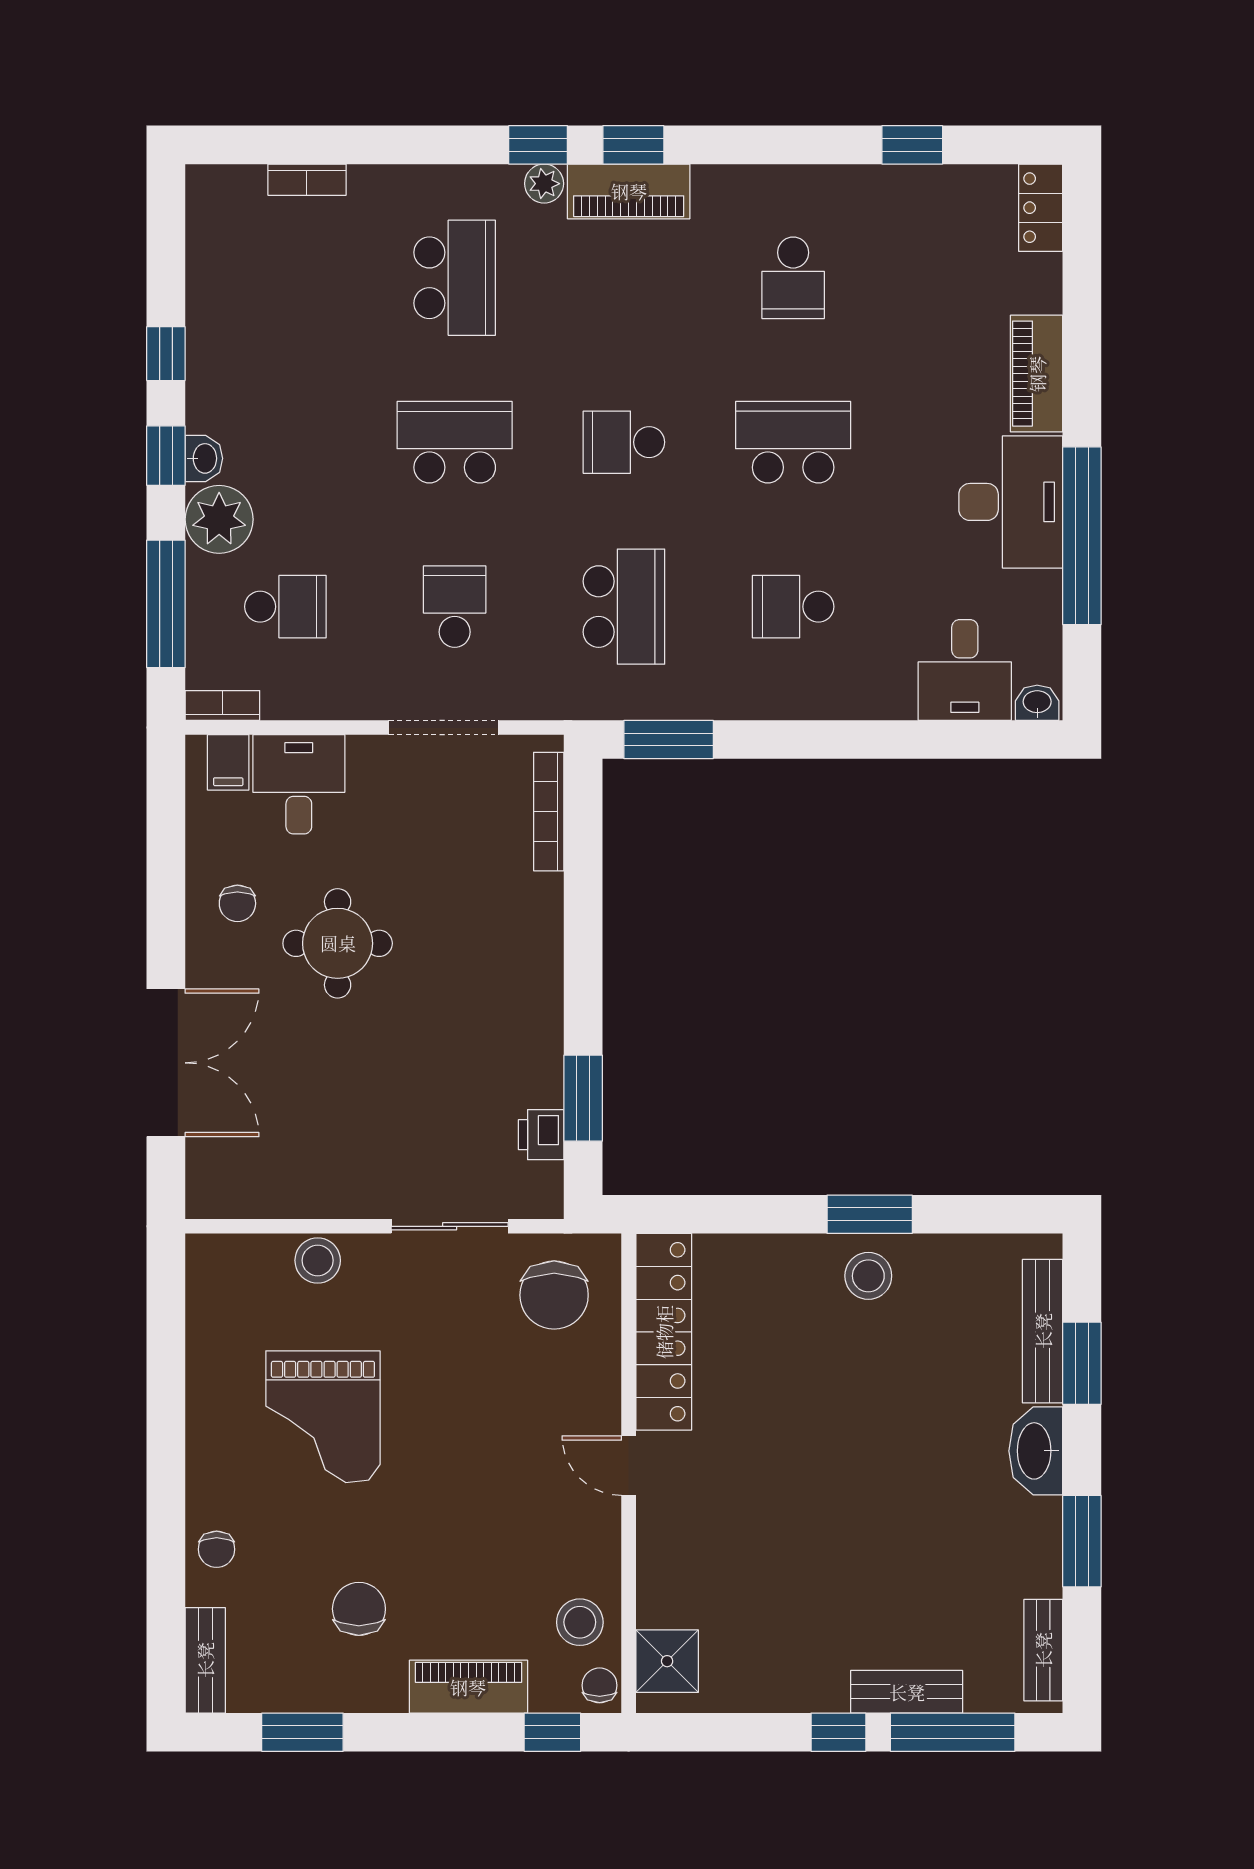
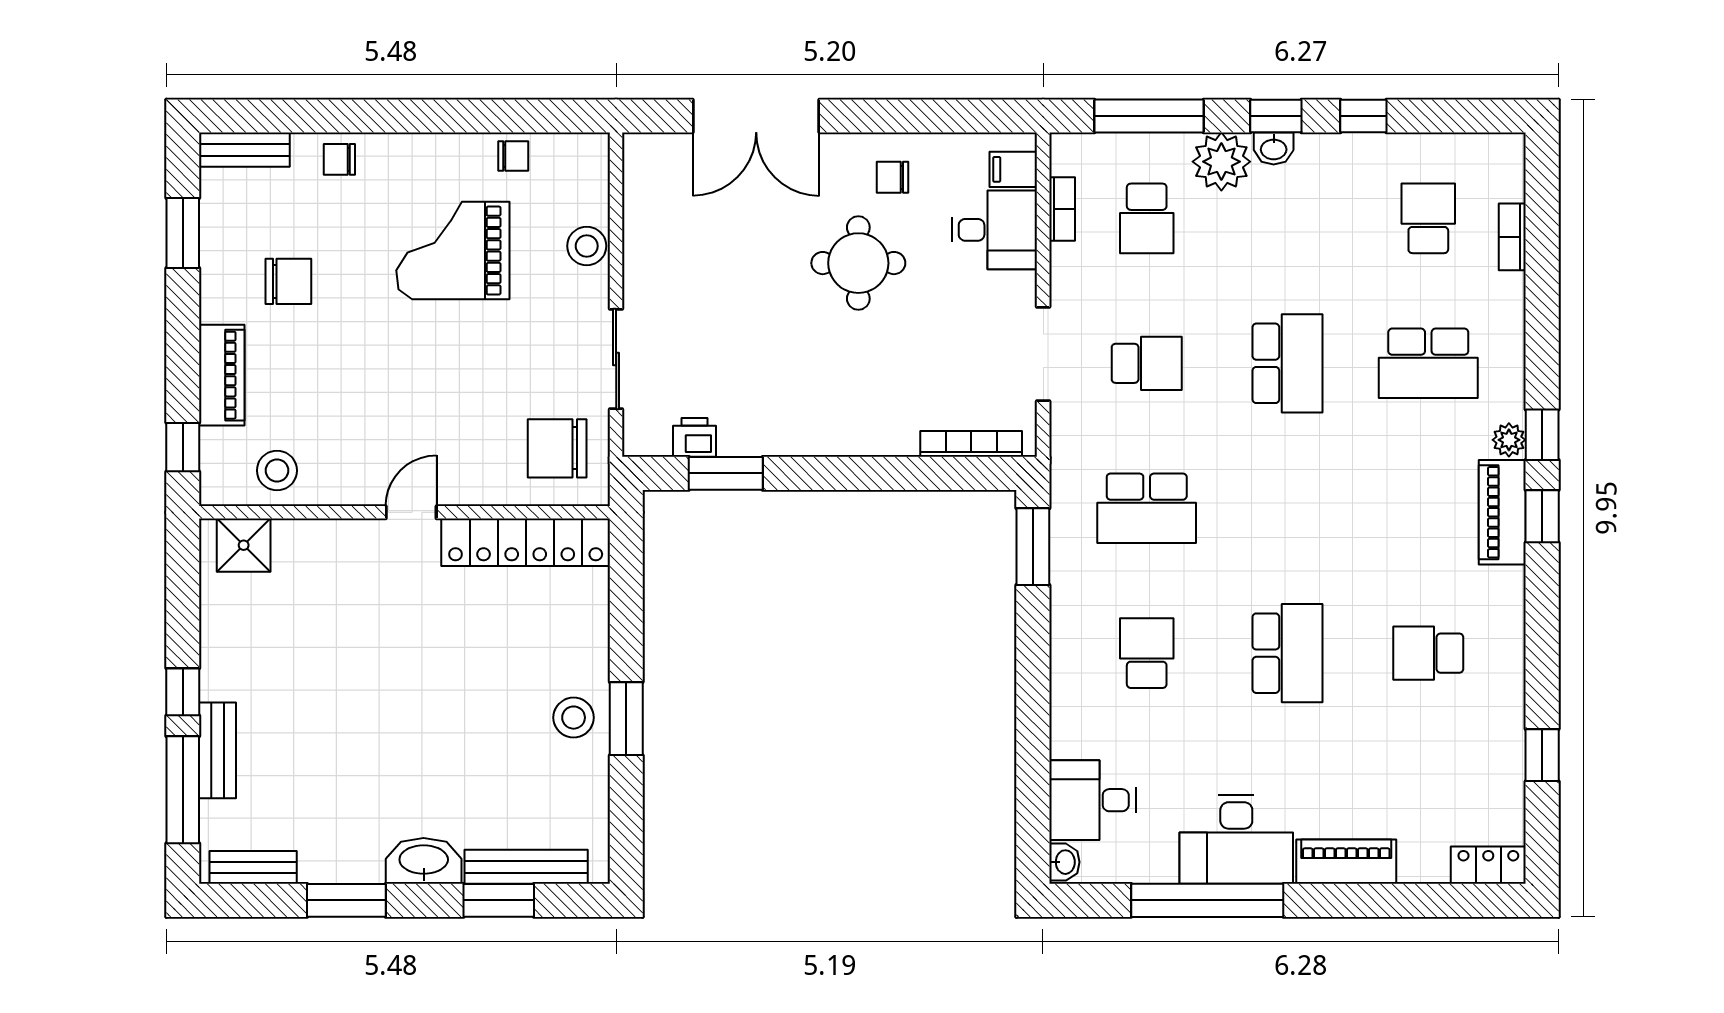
school desk: (624, 442) -> (1428, 218), moved
bookcase: (222, 705) -> (1062, 209), moved
chair: (600, 1685) -> (513, 156), moved

